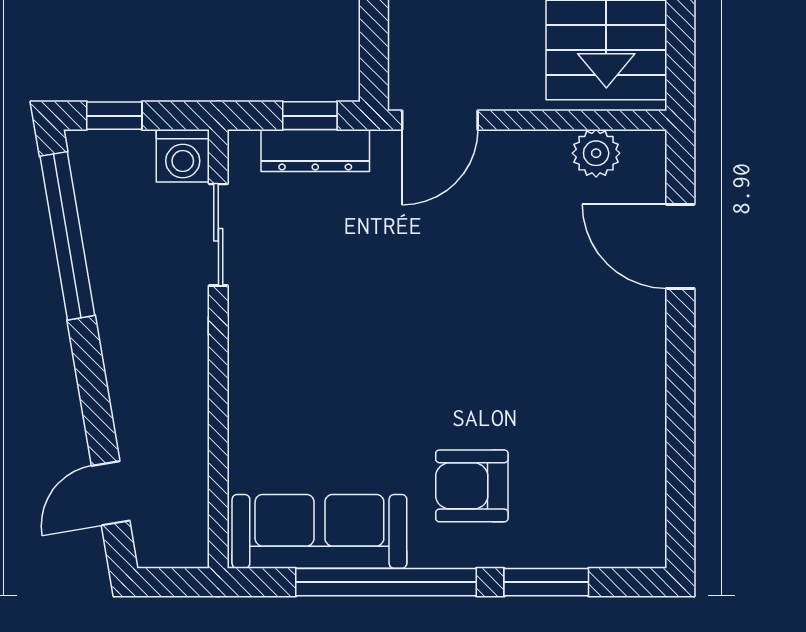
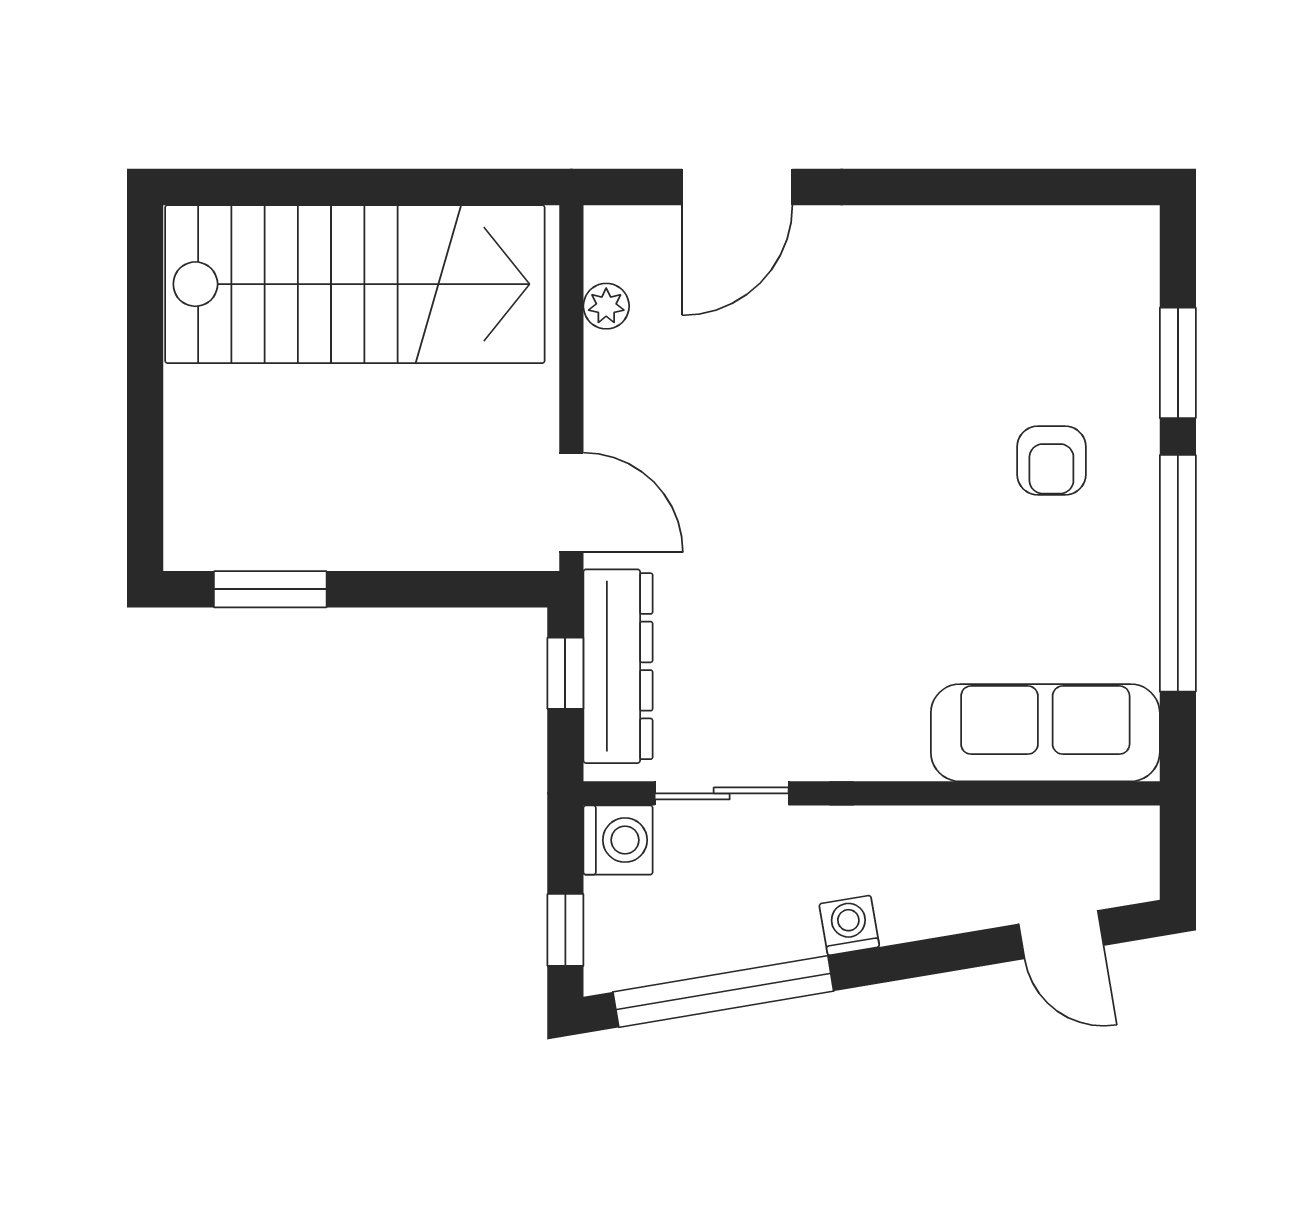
dresser: (315, 150) -> (618, 666), width x1.37, depth x1.24
plant: (596, 153) -> (606, 306), width x0.73, depth x0.73
washing machine: (118, 332) -> (849, 925), added
armchair: (472, 486) -> (1051, 461), width x0.72, depth x0.72
sofa: (319, 531) -> (1045, 733), moved, turned 90

